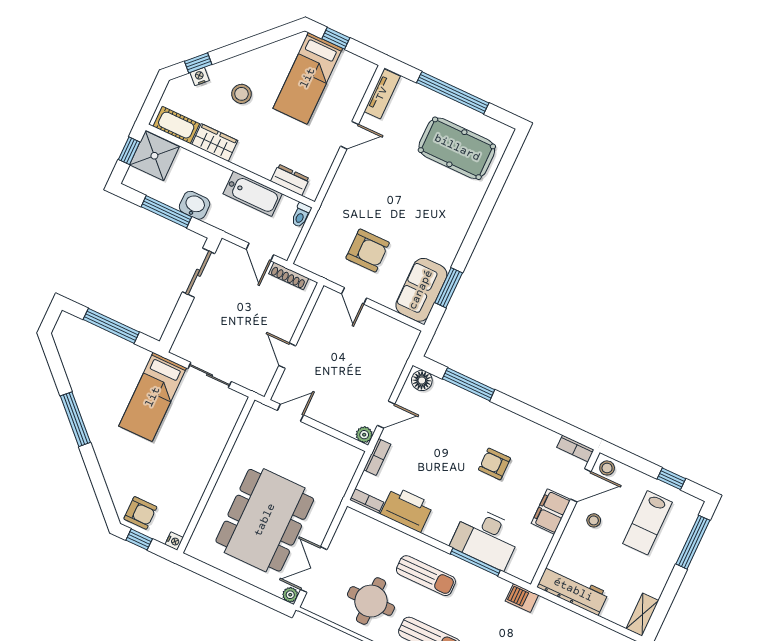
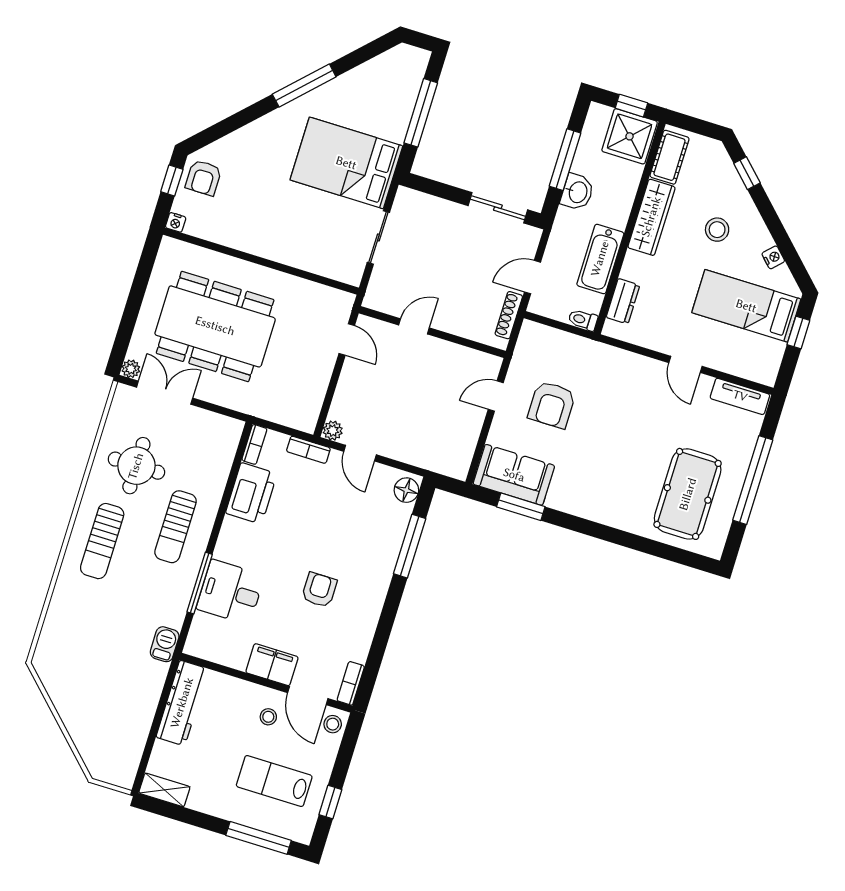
nightstand: (200, 76) -> (773, 257), moved
wardrobe: (215, 143) -> (651, 217), width x1.50
bed: (153, 397) -> (346, 163), width x1.50
desk: (486, 538) -> (230, 592), width x0.73

